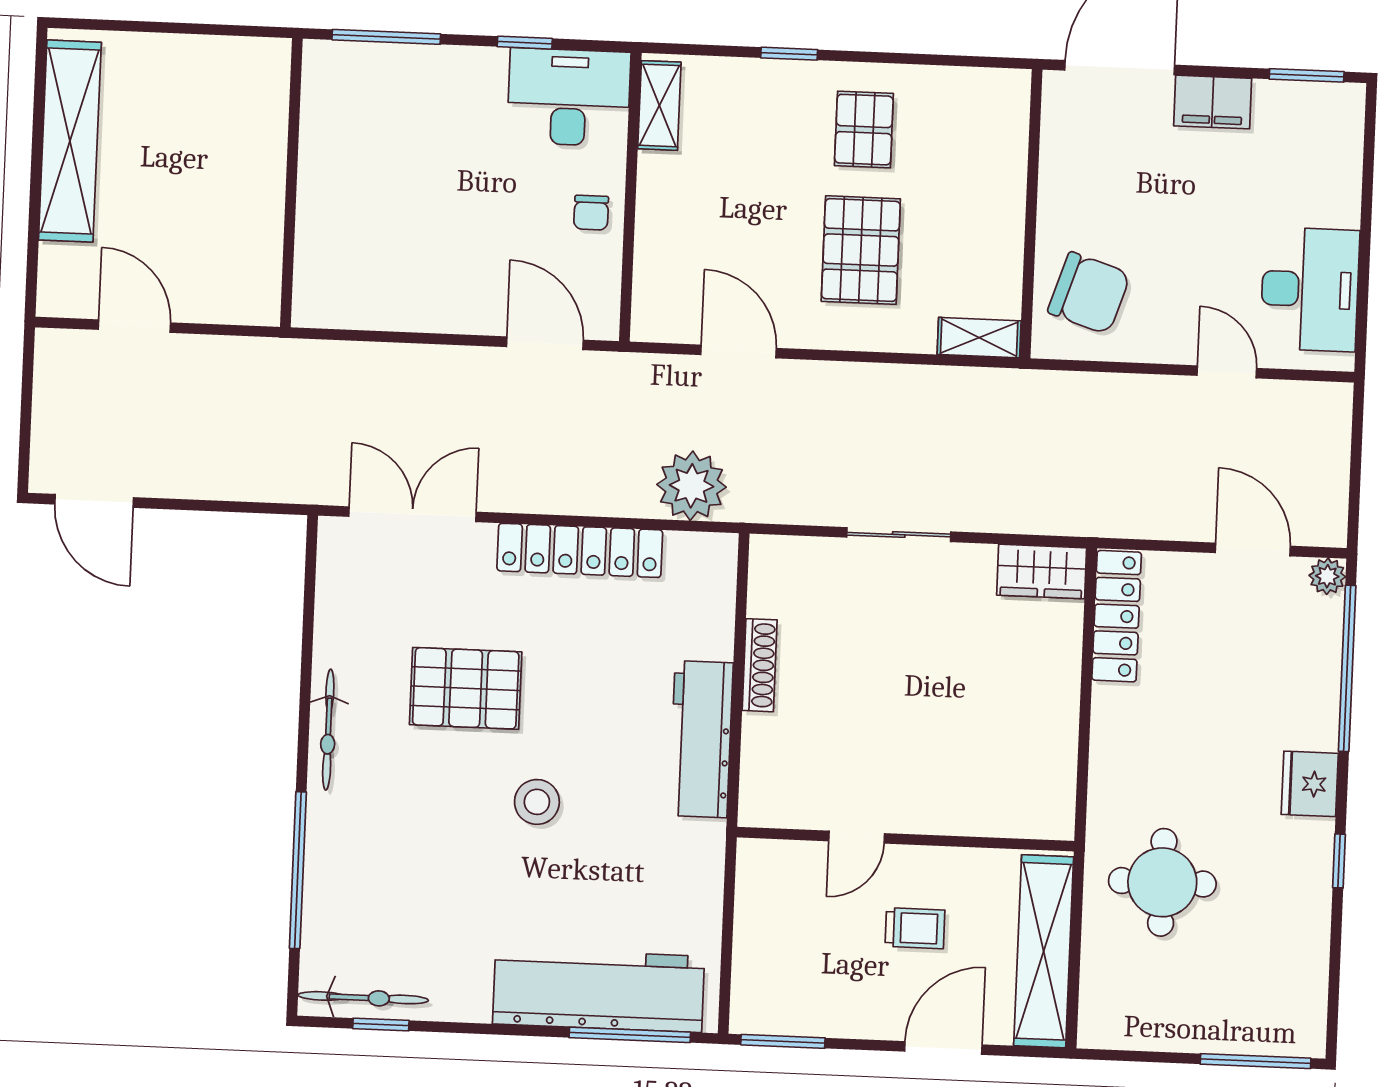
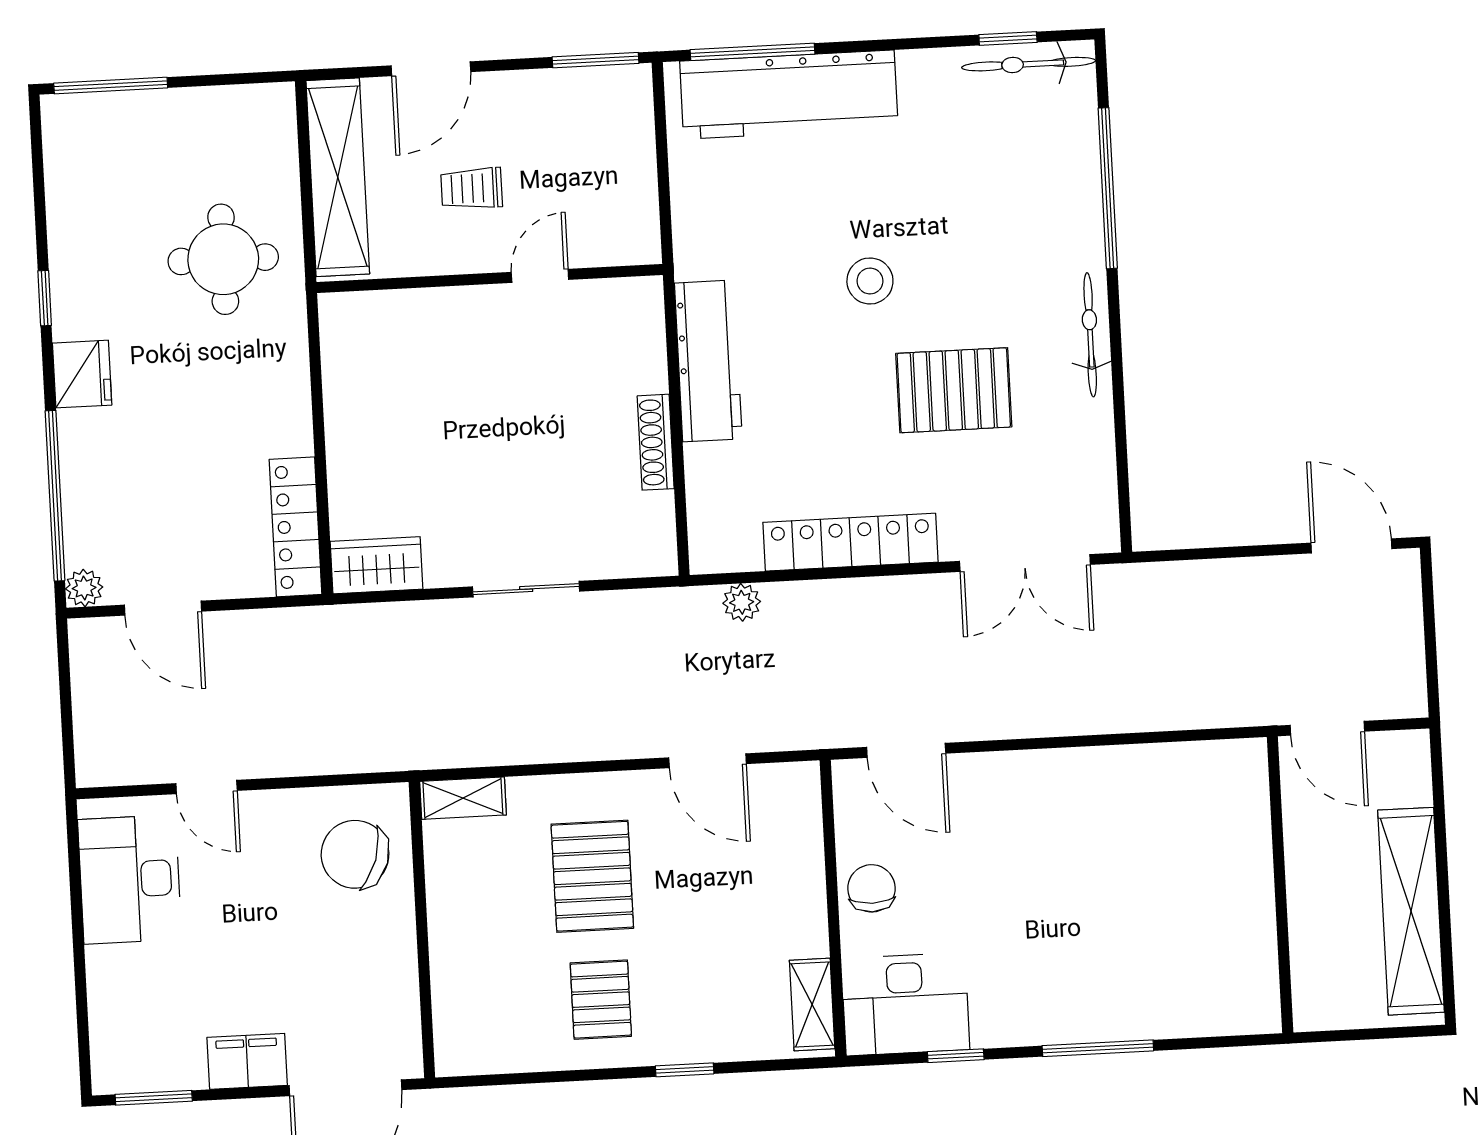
wall: (291, 183) -> (1280, 885), moved
chair: (591, 213) -> (871, 888), width x1.37, depth x1.37
plant: (692, 486) -> (742, 602), width x0.53, depth x0.53

